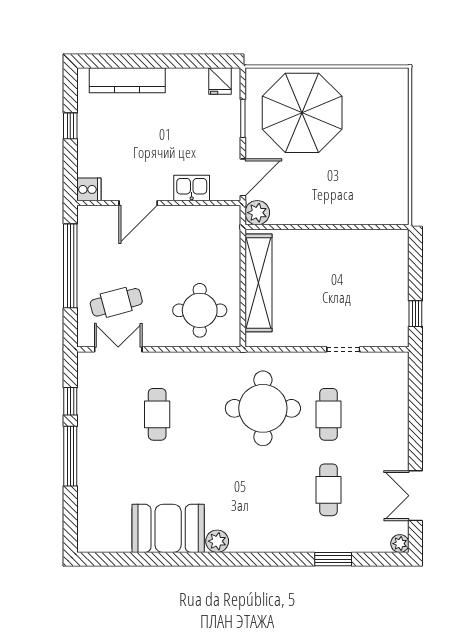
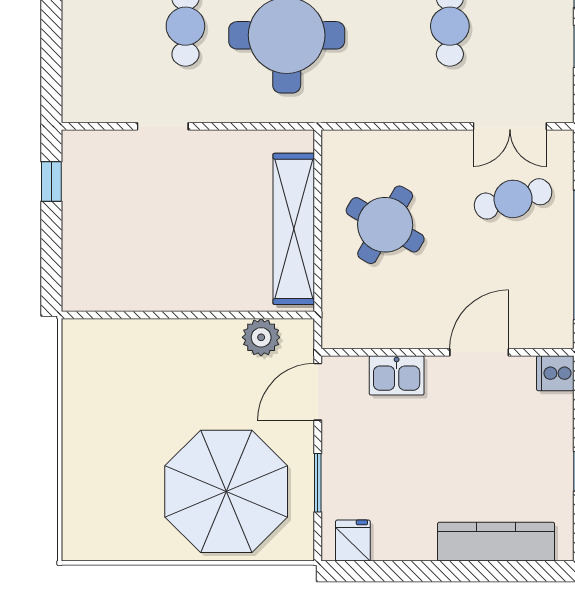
plant: (257, 213) -> (261, 337), moved
round table: (200, 310) -> (385, 225), moved, turned 30

